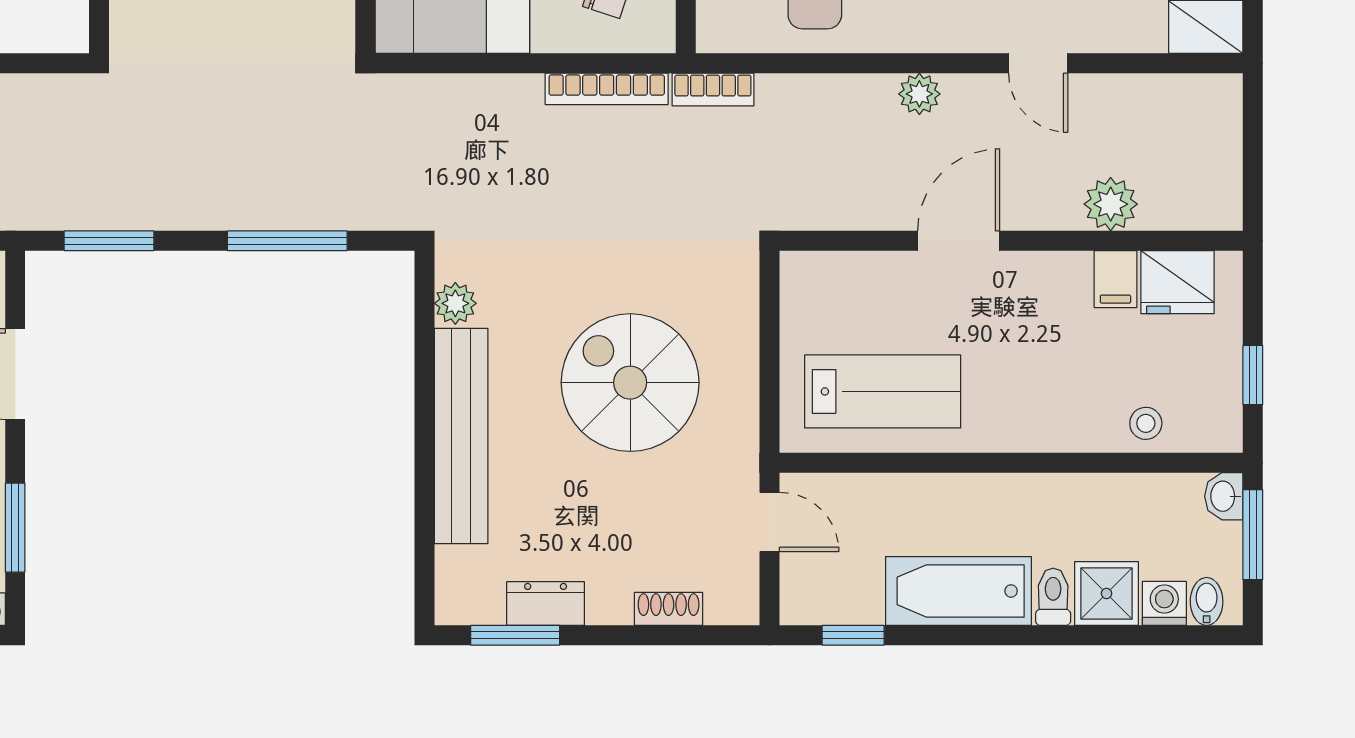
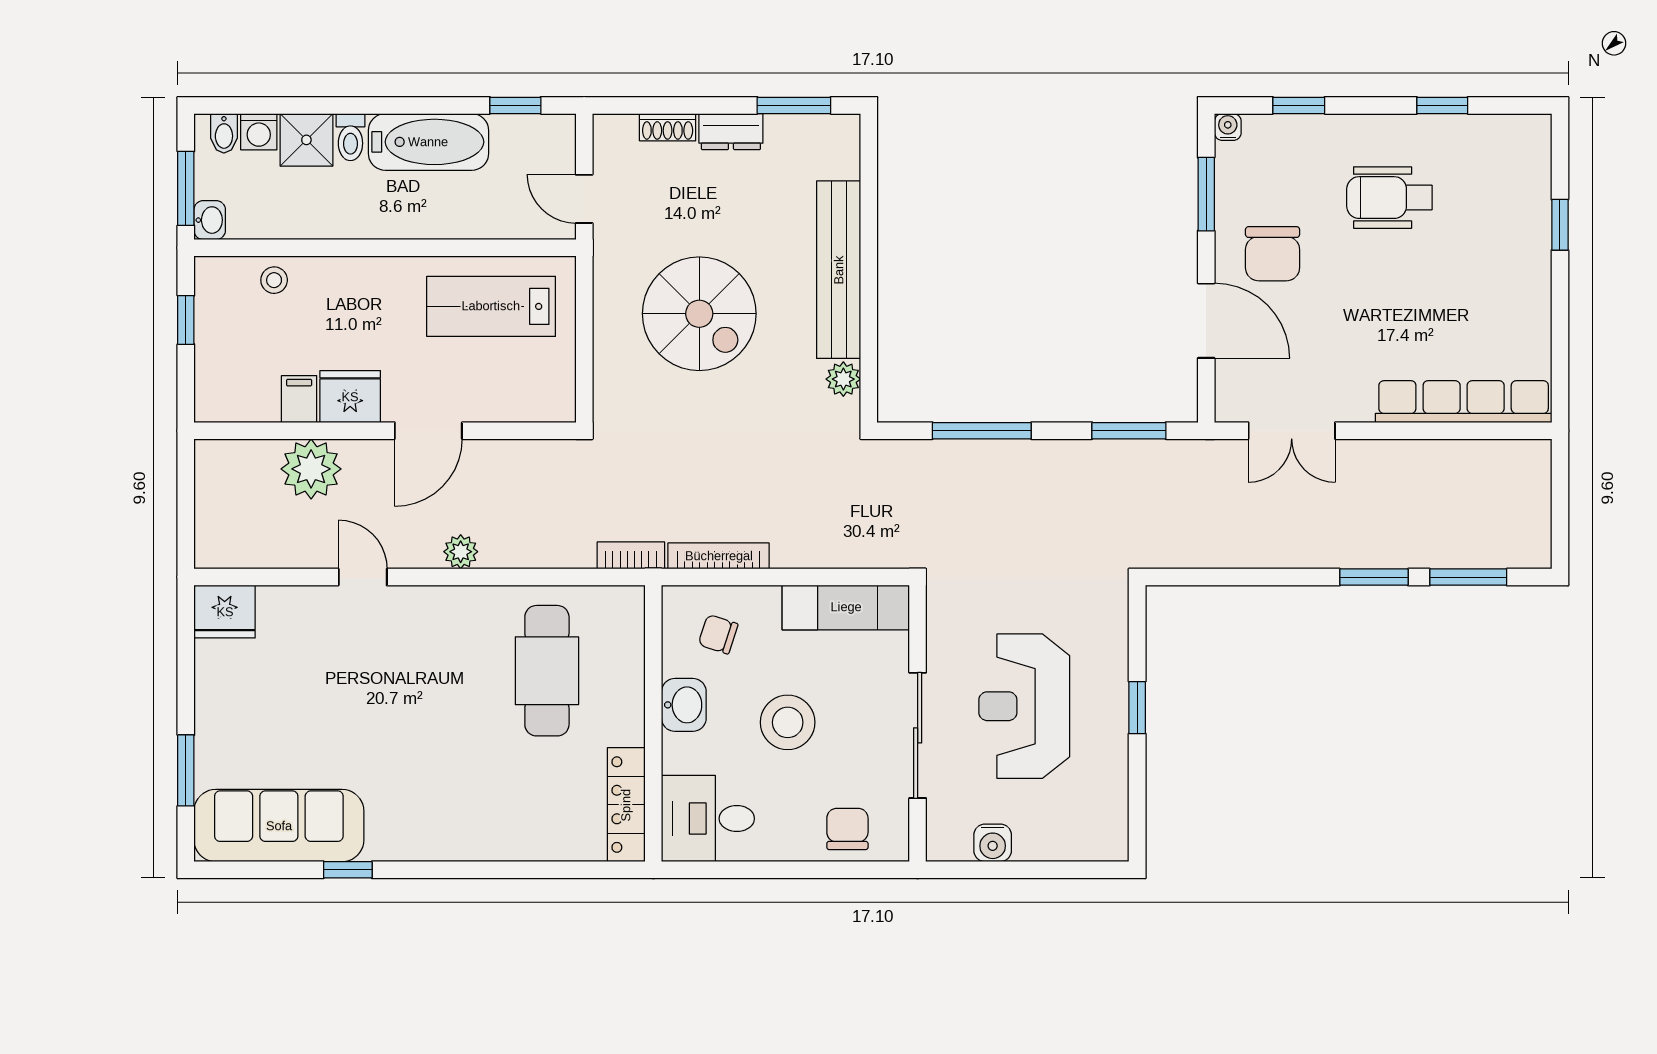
plant: (1111, 204) -> (311, 469), width x1.36, depth x1.36
fridge: (1177, 282) -> (350, 397), moved
dresser: (546, 604) -> (731, 132), moved

